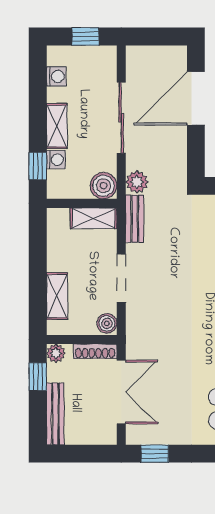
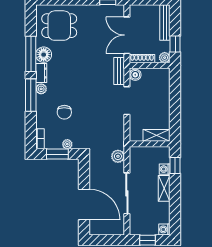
washing machine: (56, 76) -> (164, 229), moved
door: (196, 98) -> (84, 204), hinge flipped
boiler: (103, 186) -> (137, 154), removed
shelving: (93, 218) -> (157, 135), moved
bench: (135, 219) -> (119, 71), moved
shelving: (57, 296) -> (164, 90), removed

